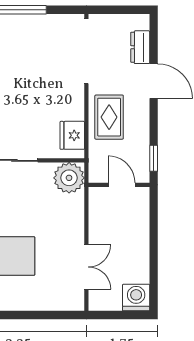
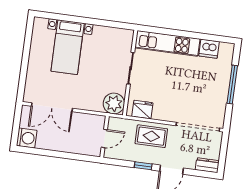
dresser: (140, 47) -> (207, 165), moved
window: (154, 158) -> (143, 166), moved
double door: (86, 267) -> (52, 107), width x1.37

